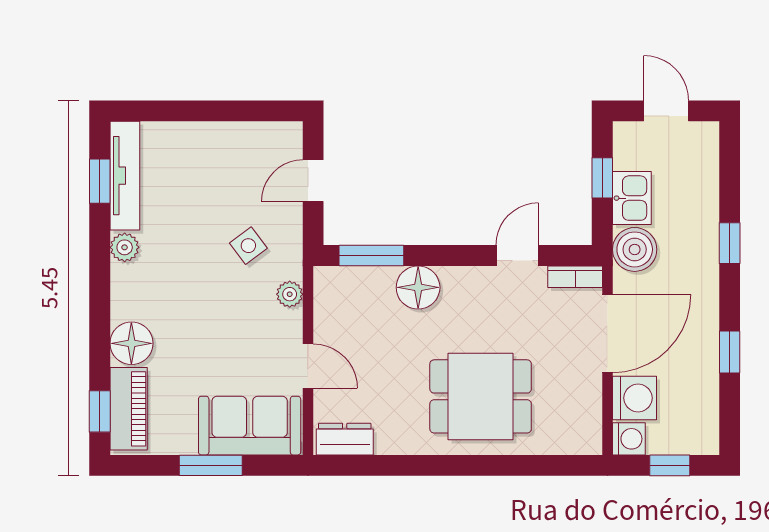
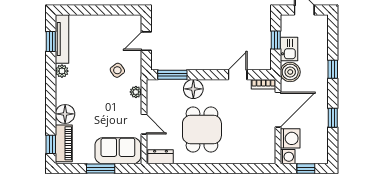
dining table: (481, 396) -> (202, 130), moved, turned 90

